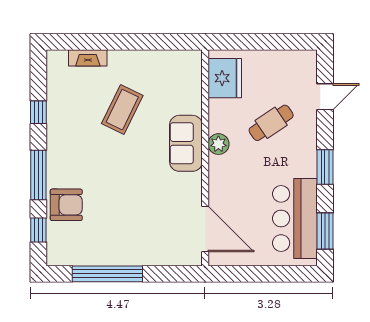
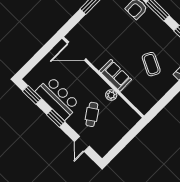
fridge: (225, 78) -> (125, 114), removed
plant: (218, 144) -> (111, 95), moved
bar counter: (295, 218) -> (58, 98), moved

